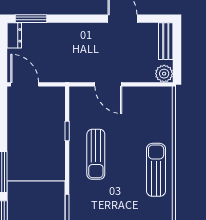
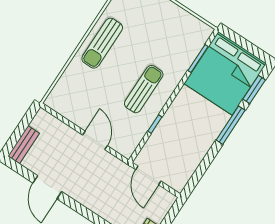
plant: (164, 74) -> (43, 119), removed
door: (25, 84) -> (148, 175), moved

